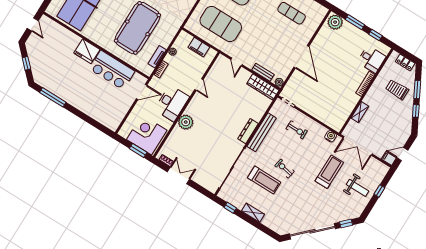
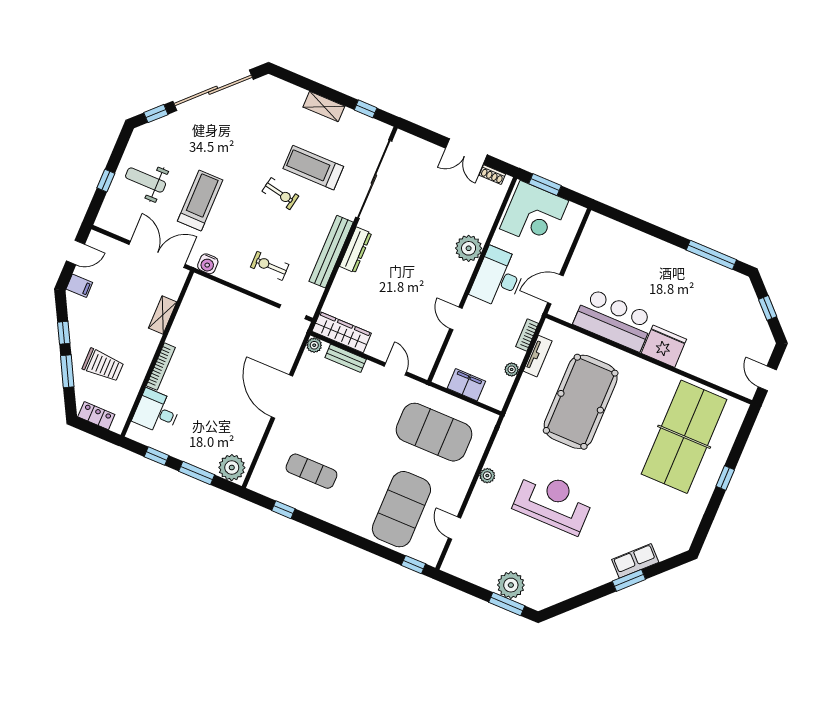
filing cabinet: (389, 158) -> (79, 286), moved
treadmill: (329, 172) -> (200, 201), turned 180

